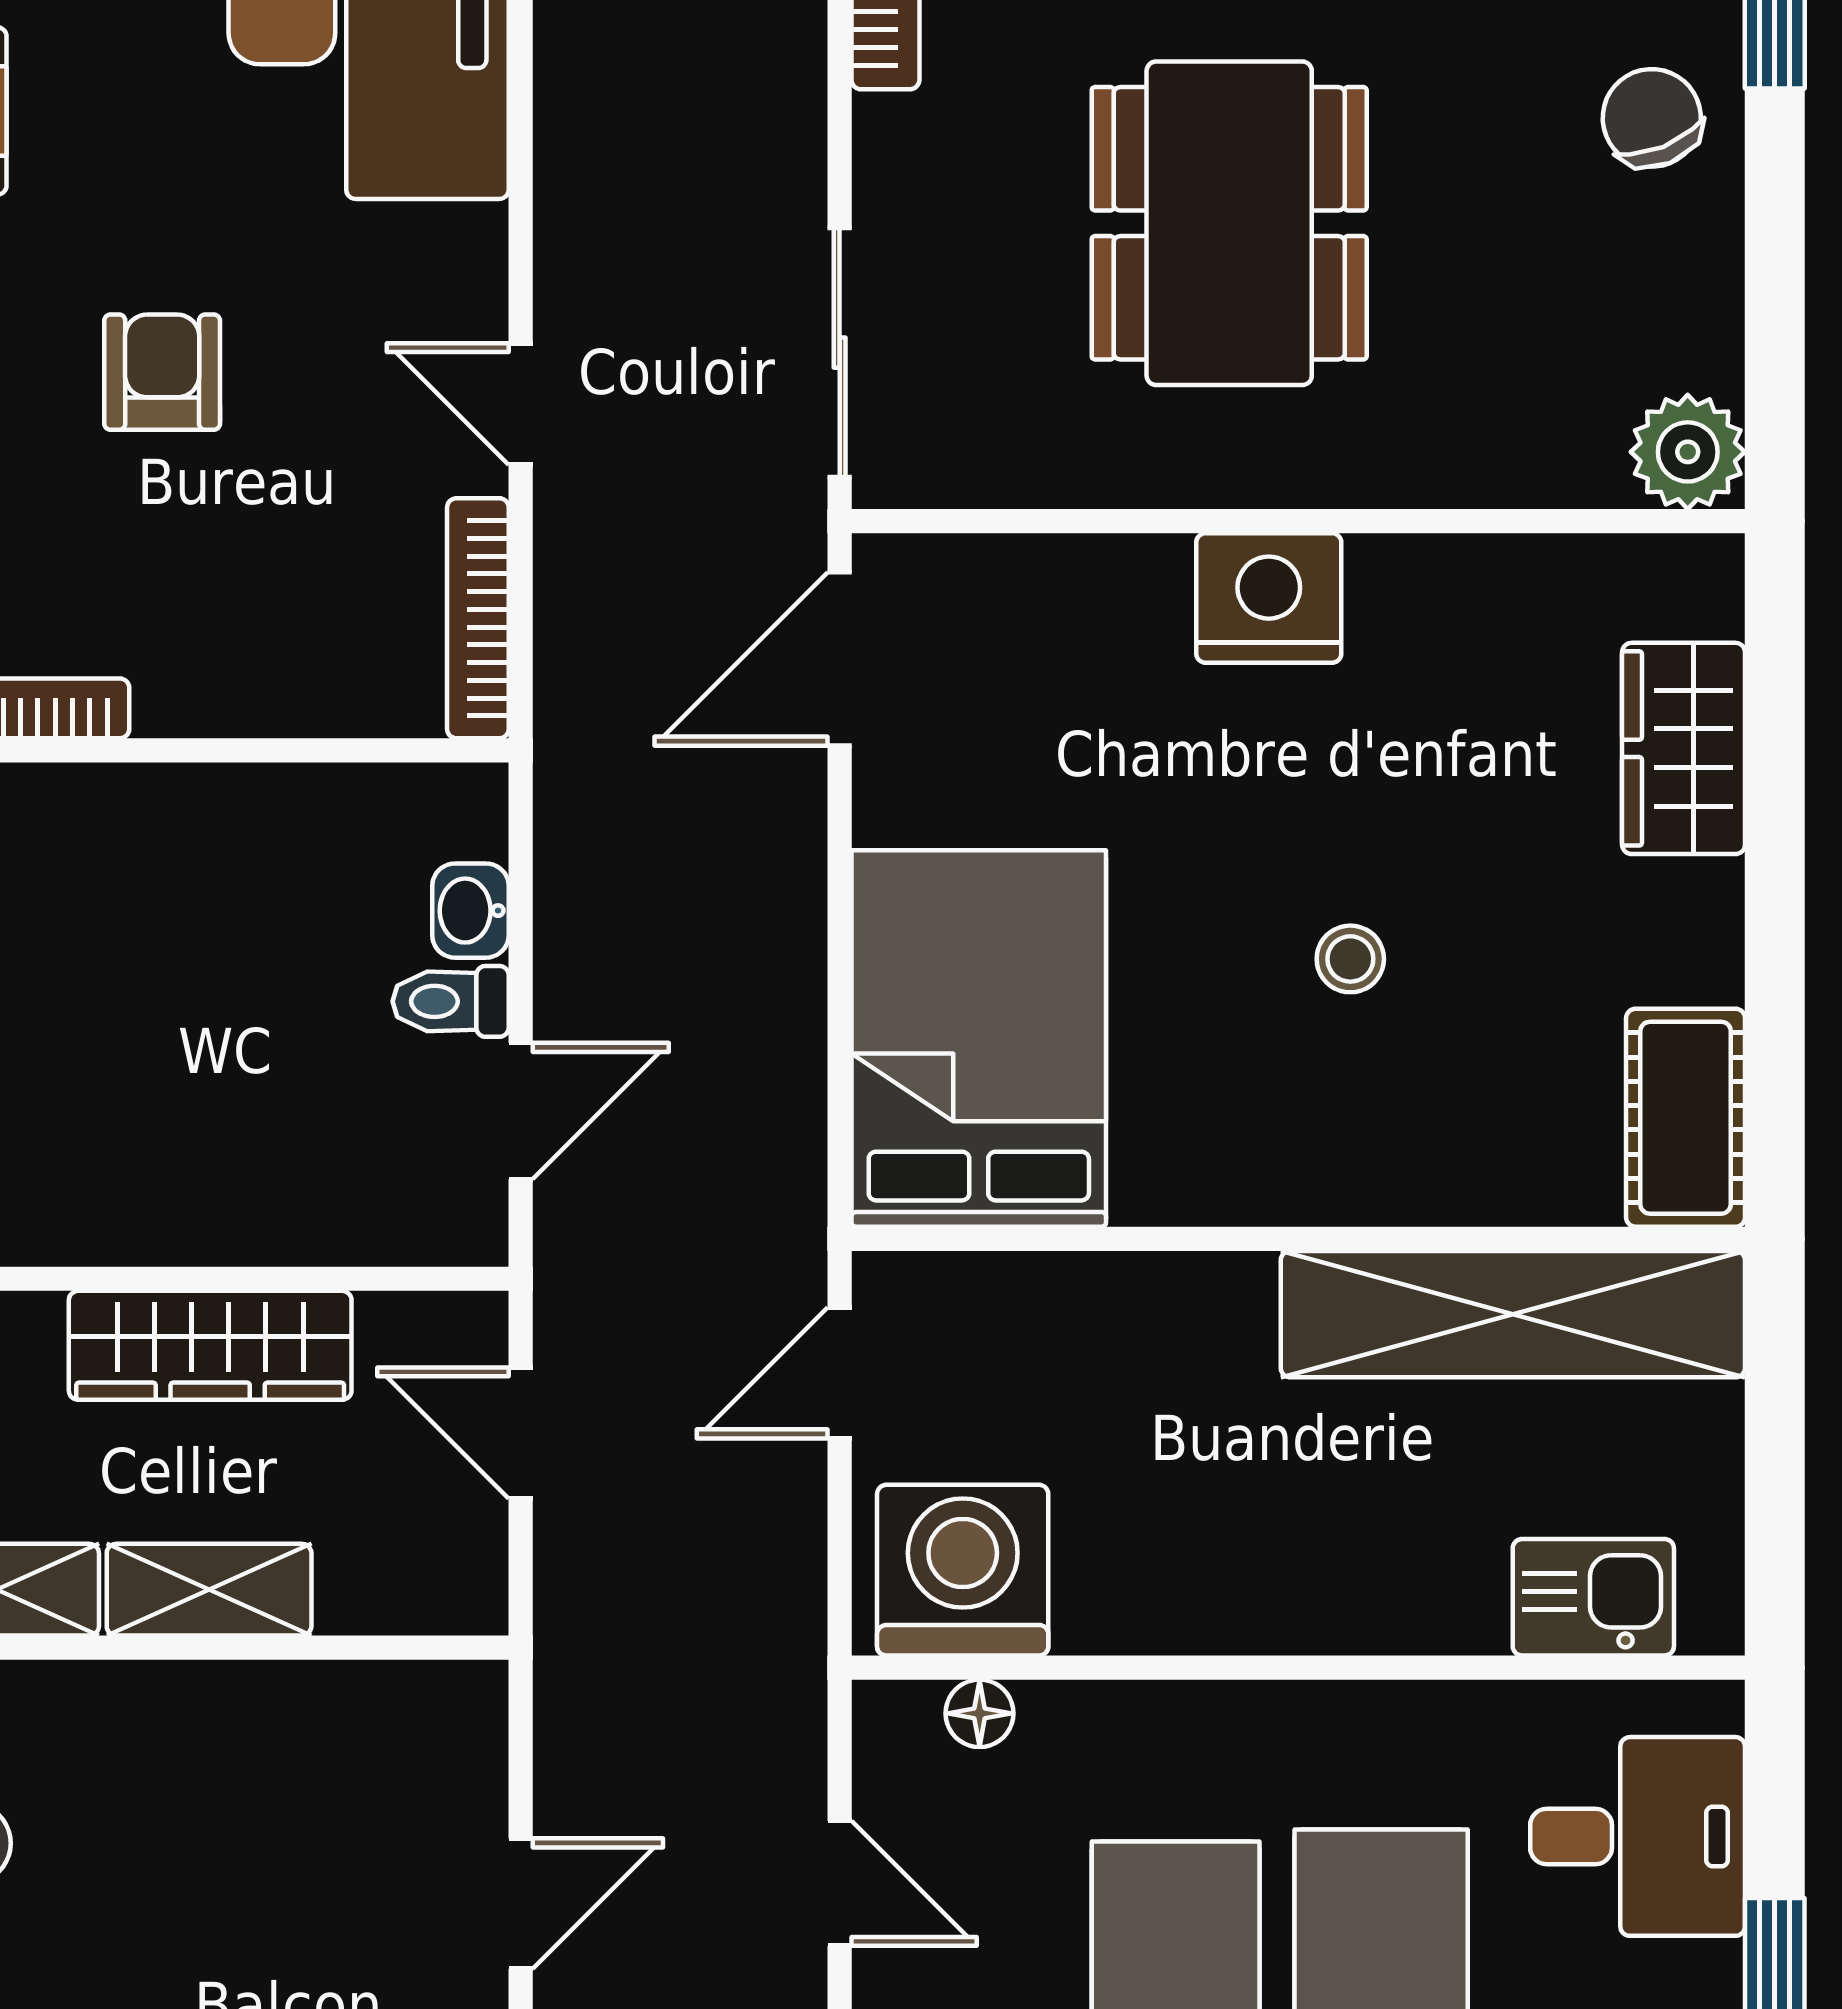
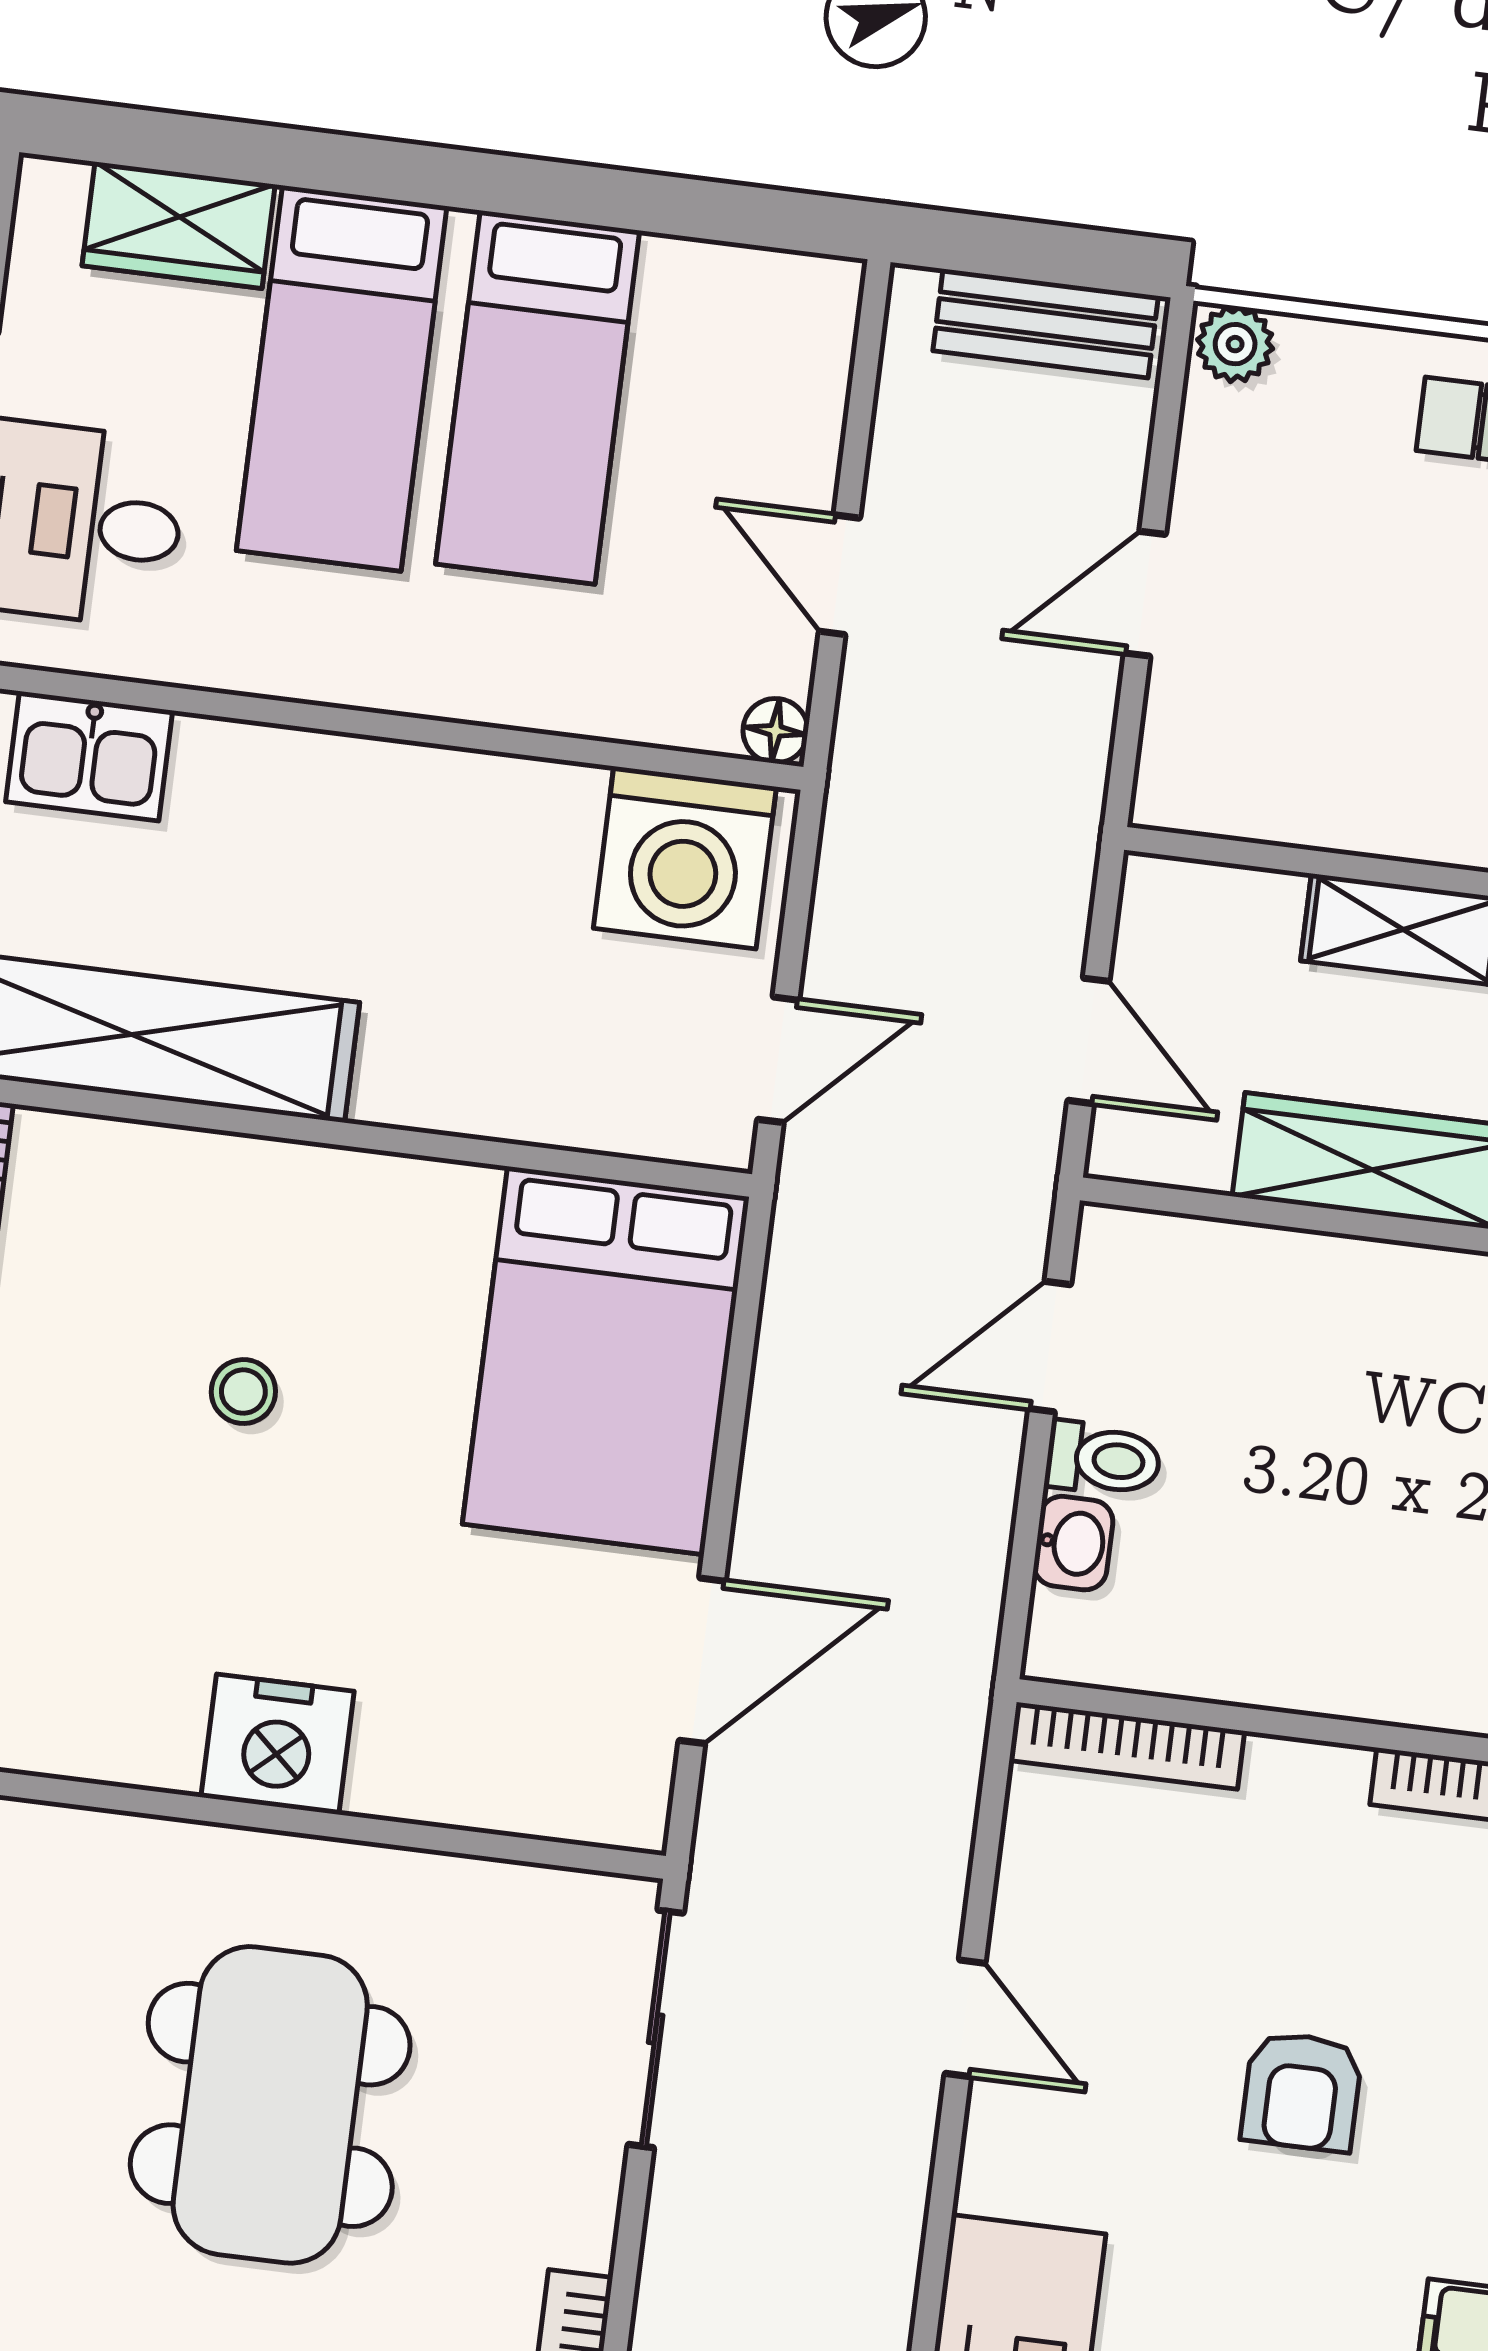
bookcase: (478, 618) -> (1127, 1746), moved, turned 90
door: (840, 659) -> (702, 1661), moved
floor lamp: (980, 1713) -> (776, 731), moved

